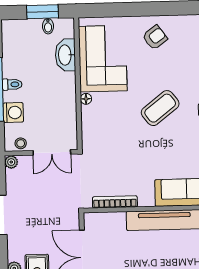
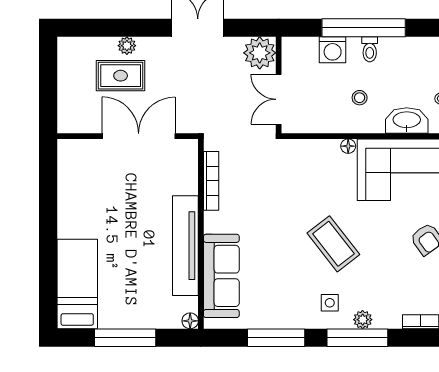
stool: (21, 143) -> (360, 98), moved
plant: (11, 162) -> (260, 53), width x1.87, depth x1.87

